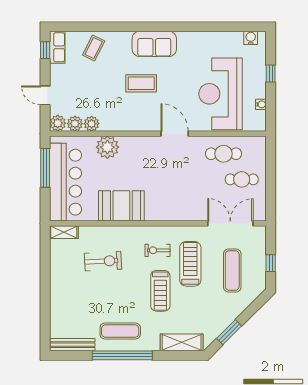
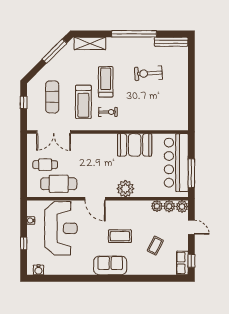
coffee table: (94, 48) -> (155, 246), moved
plant: (107, 147) -> (125, 189), moved
cafe table: (223, 154) -> (59, 184), width x1.37, depth x1.35
shelving: (64, 232) -> (177, 125), removed
exercise bike: (103, 261) -> (149, 73), moved
exercise mat: (120, 331) -> (136, 52), removed
window: (229, 332) -> (54, 51), width x1.44

